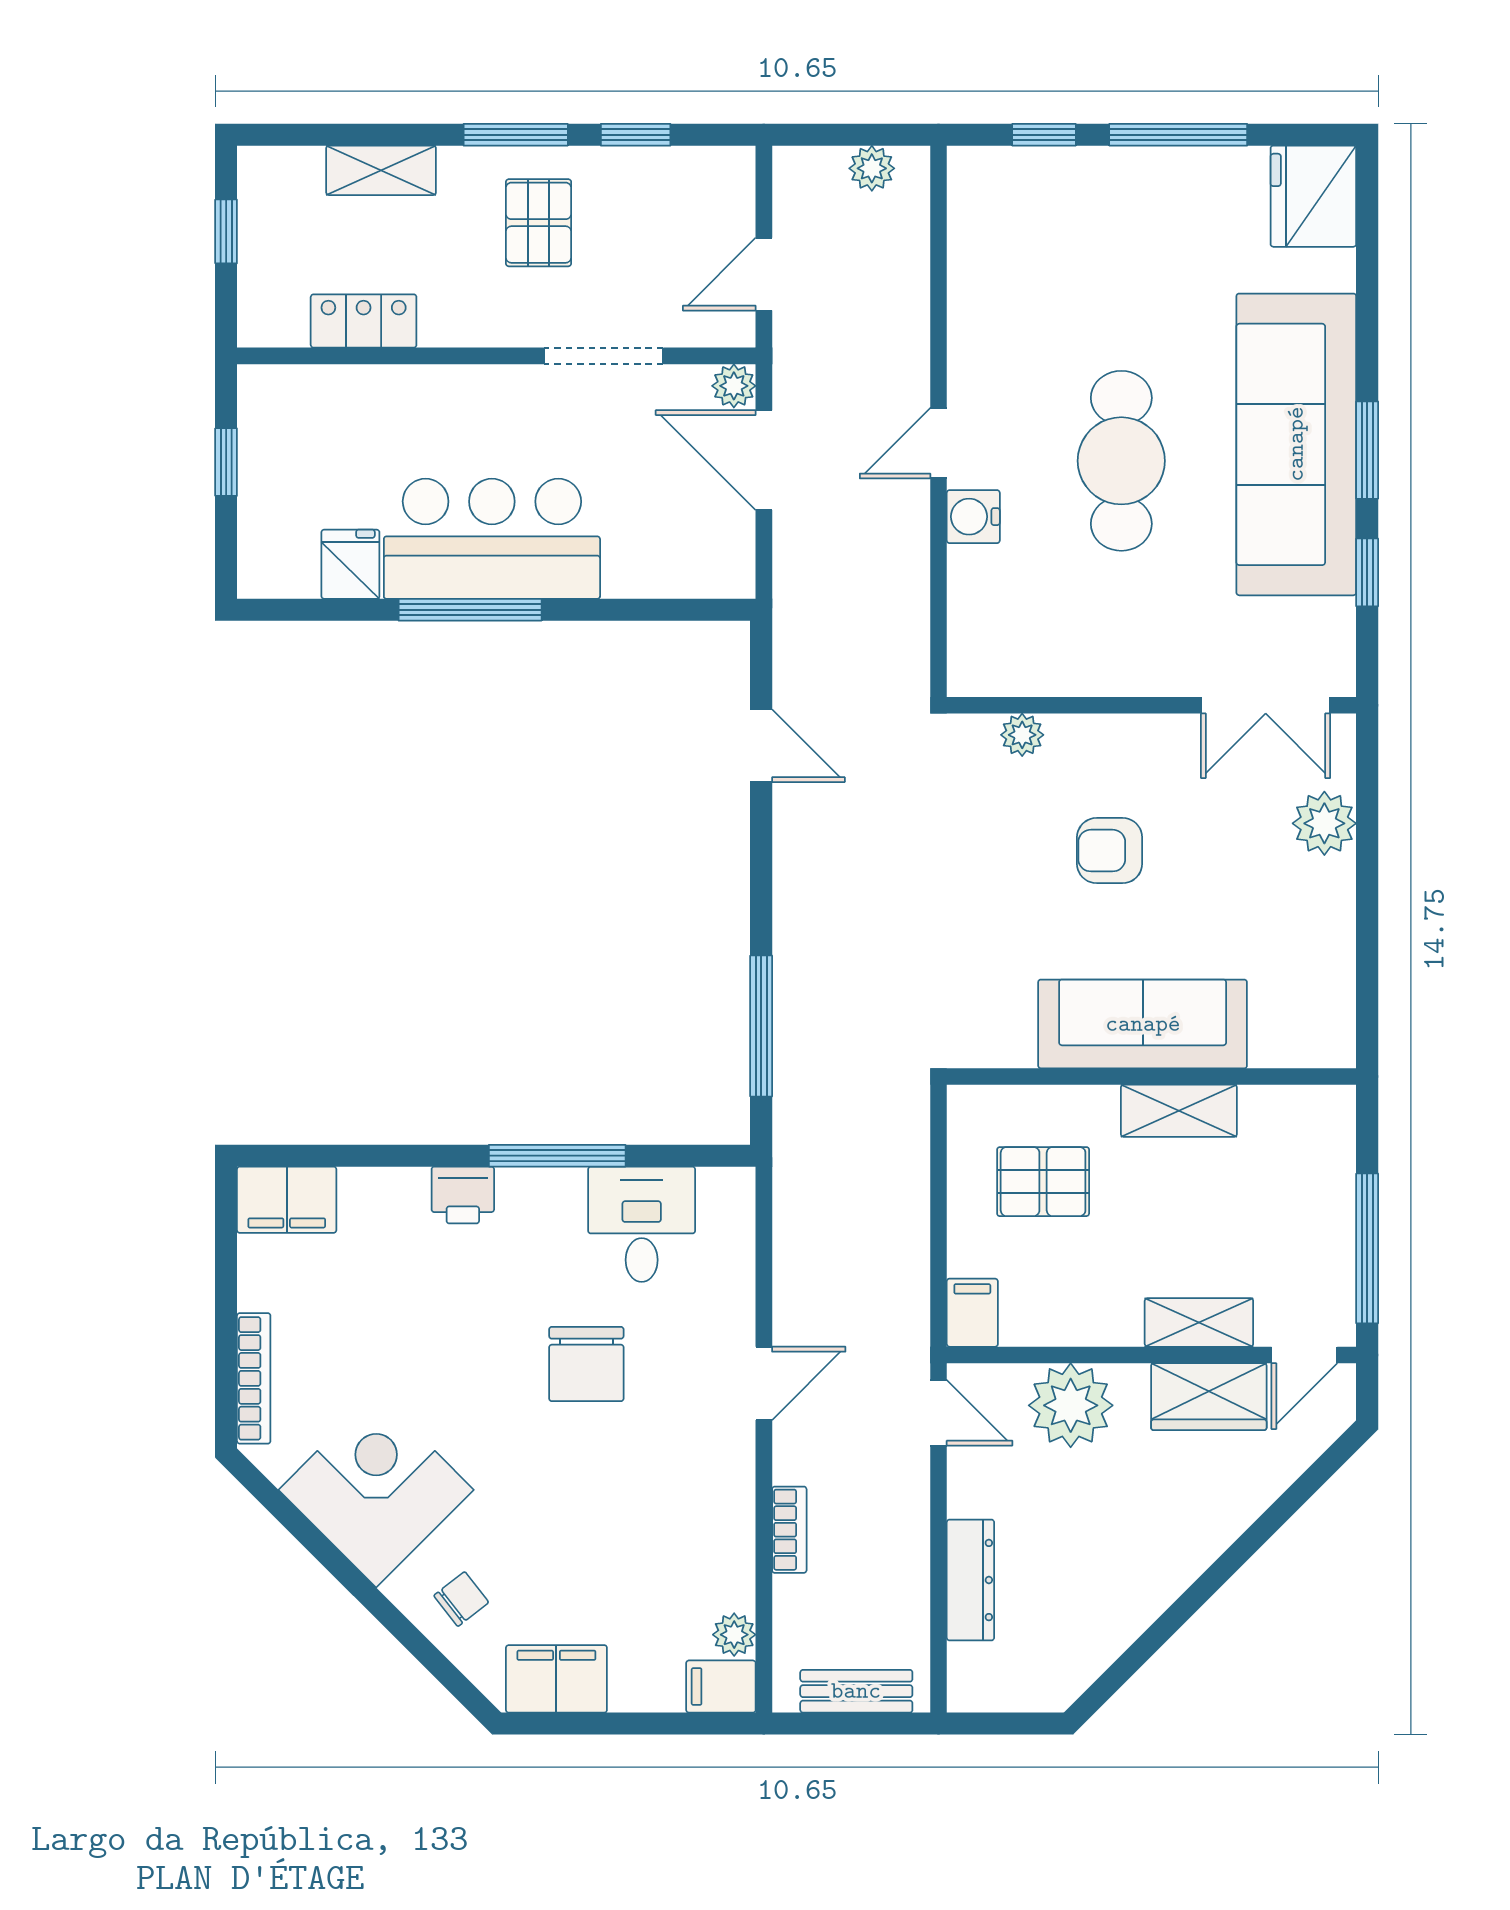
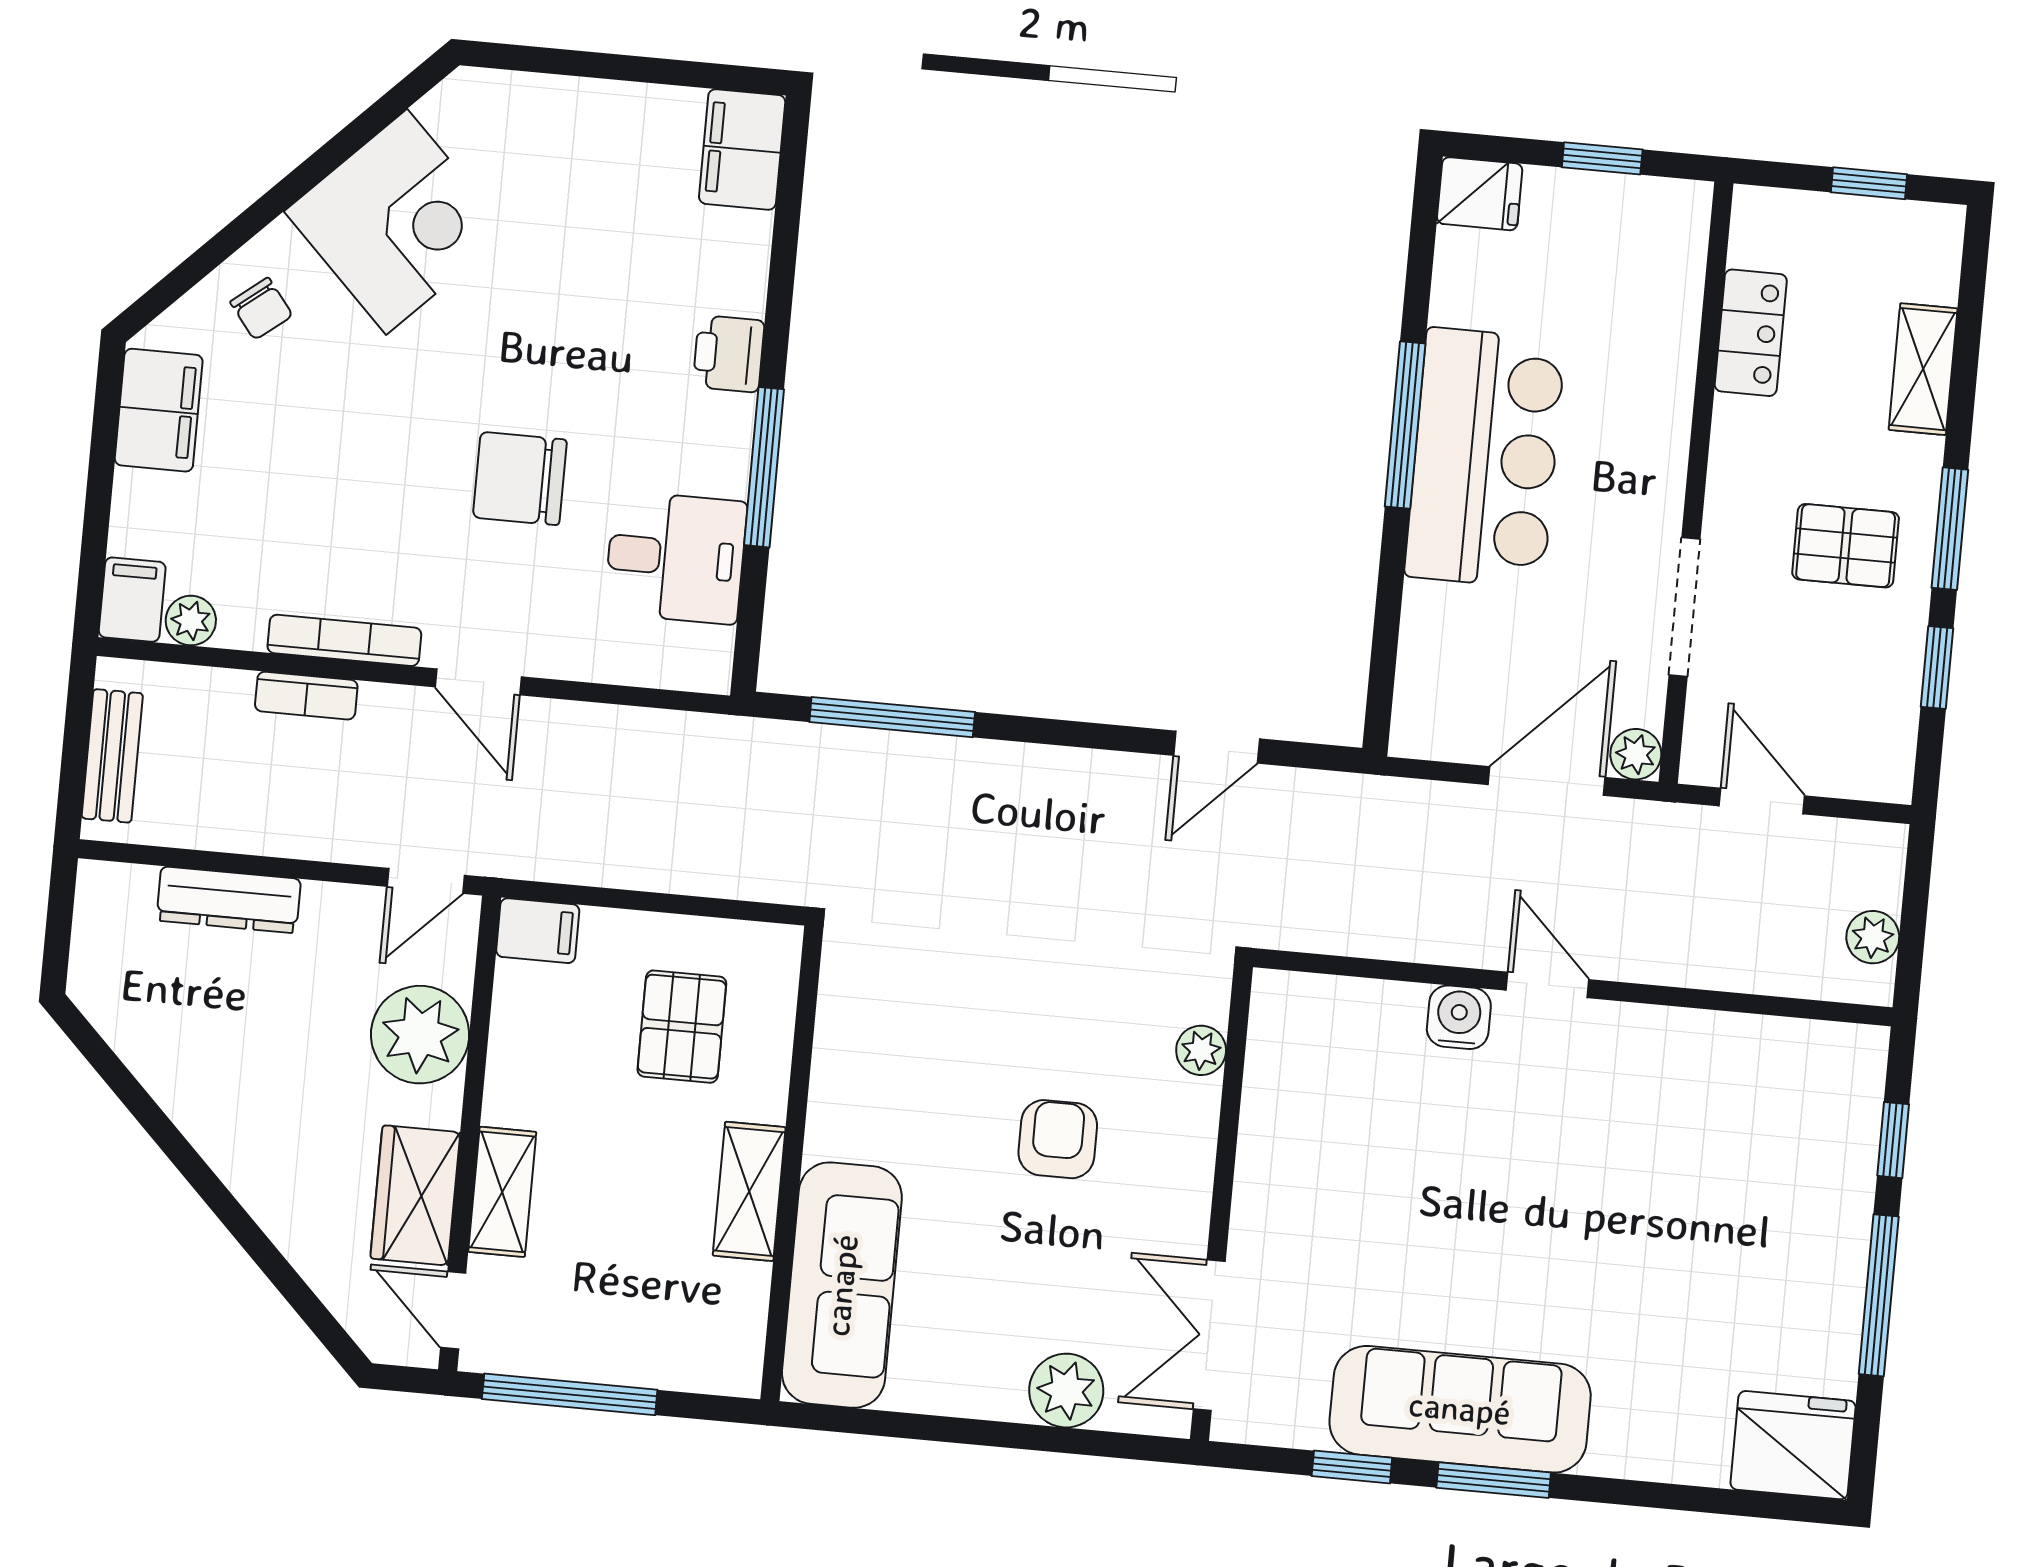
sofa: (1296, 444) -> (1460, 1409), width x0.74, depth x0.79
cafe table: (1121, 461) -> (1508, 1194), removed
fridge: (350, 564) -> (1480, 194), moved
sofa: (1143, 1024) -> (842, 1285), moved
bookcase: (254, 1378) -> (344, 640), moved, turned 180

